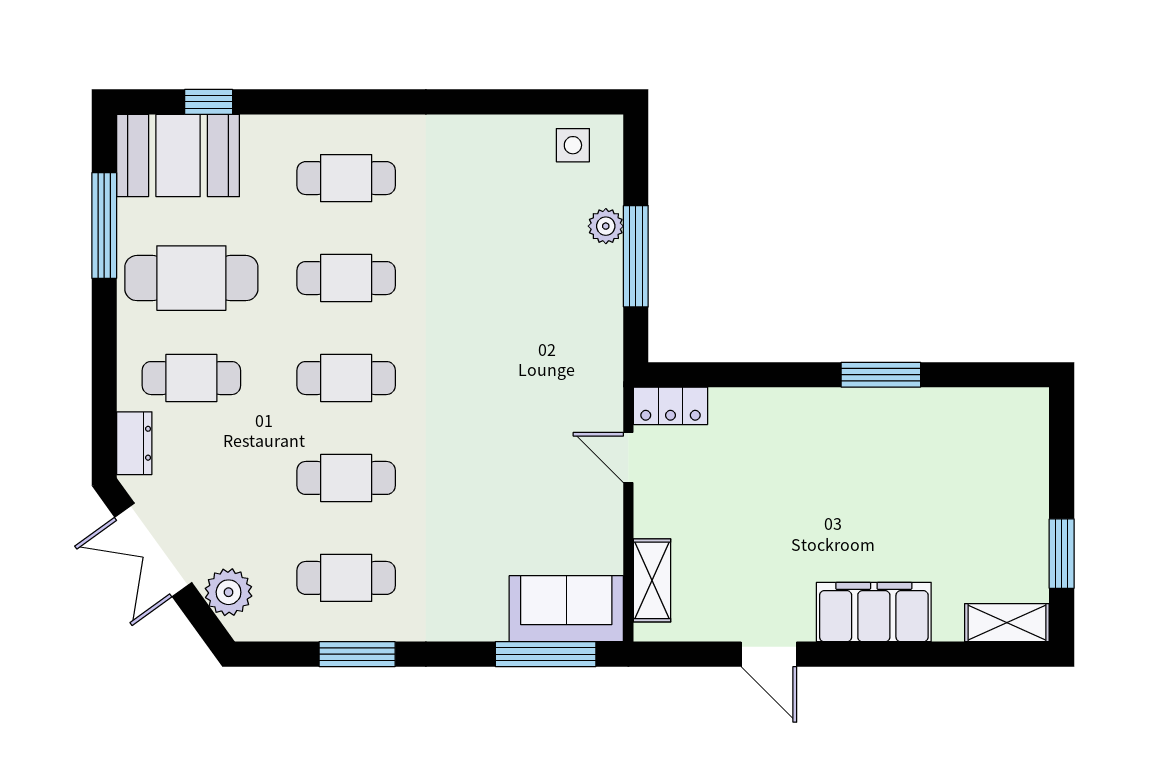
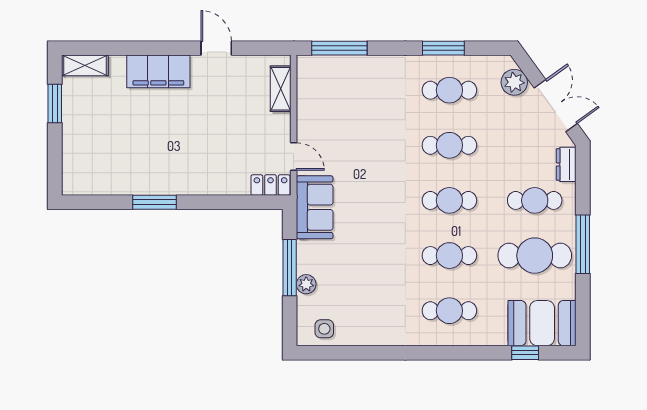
window: (104, 225) -> (583, 244), moved
sofa: (566, 609) -> (315, 207), moved, turned -90

